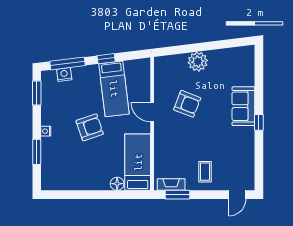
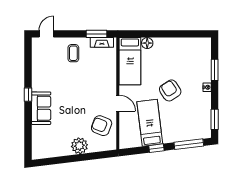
nightstand: (64, 74) -> (192, 135), removed
armchair: (187, 104) -> (102, 126), moved
armchair: (90, 127) -> (170, 90), turned 76

